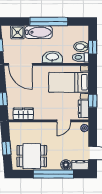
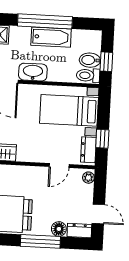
bathtub: (39, 32) -> (51, 37), moved
washbasin: (52, 57) -> (33, 72), moved
window: (54, 174) -> (40, 241), width x0.68

